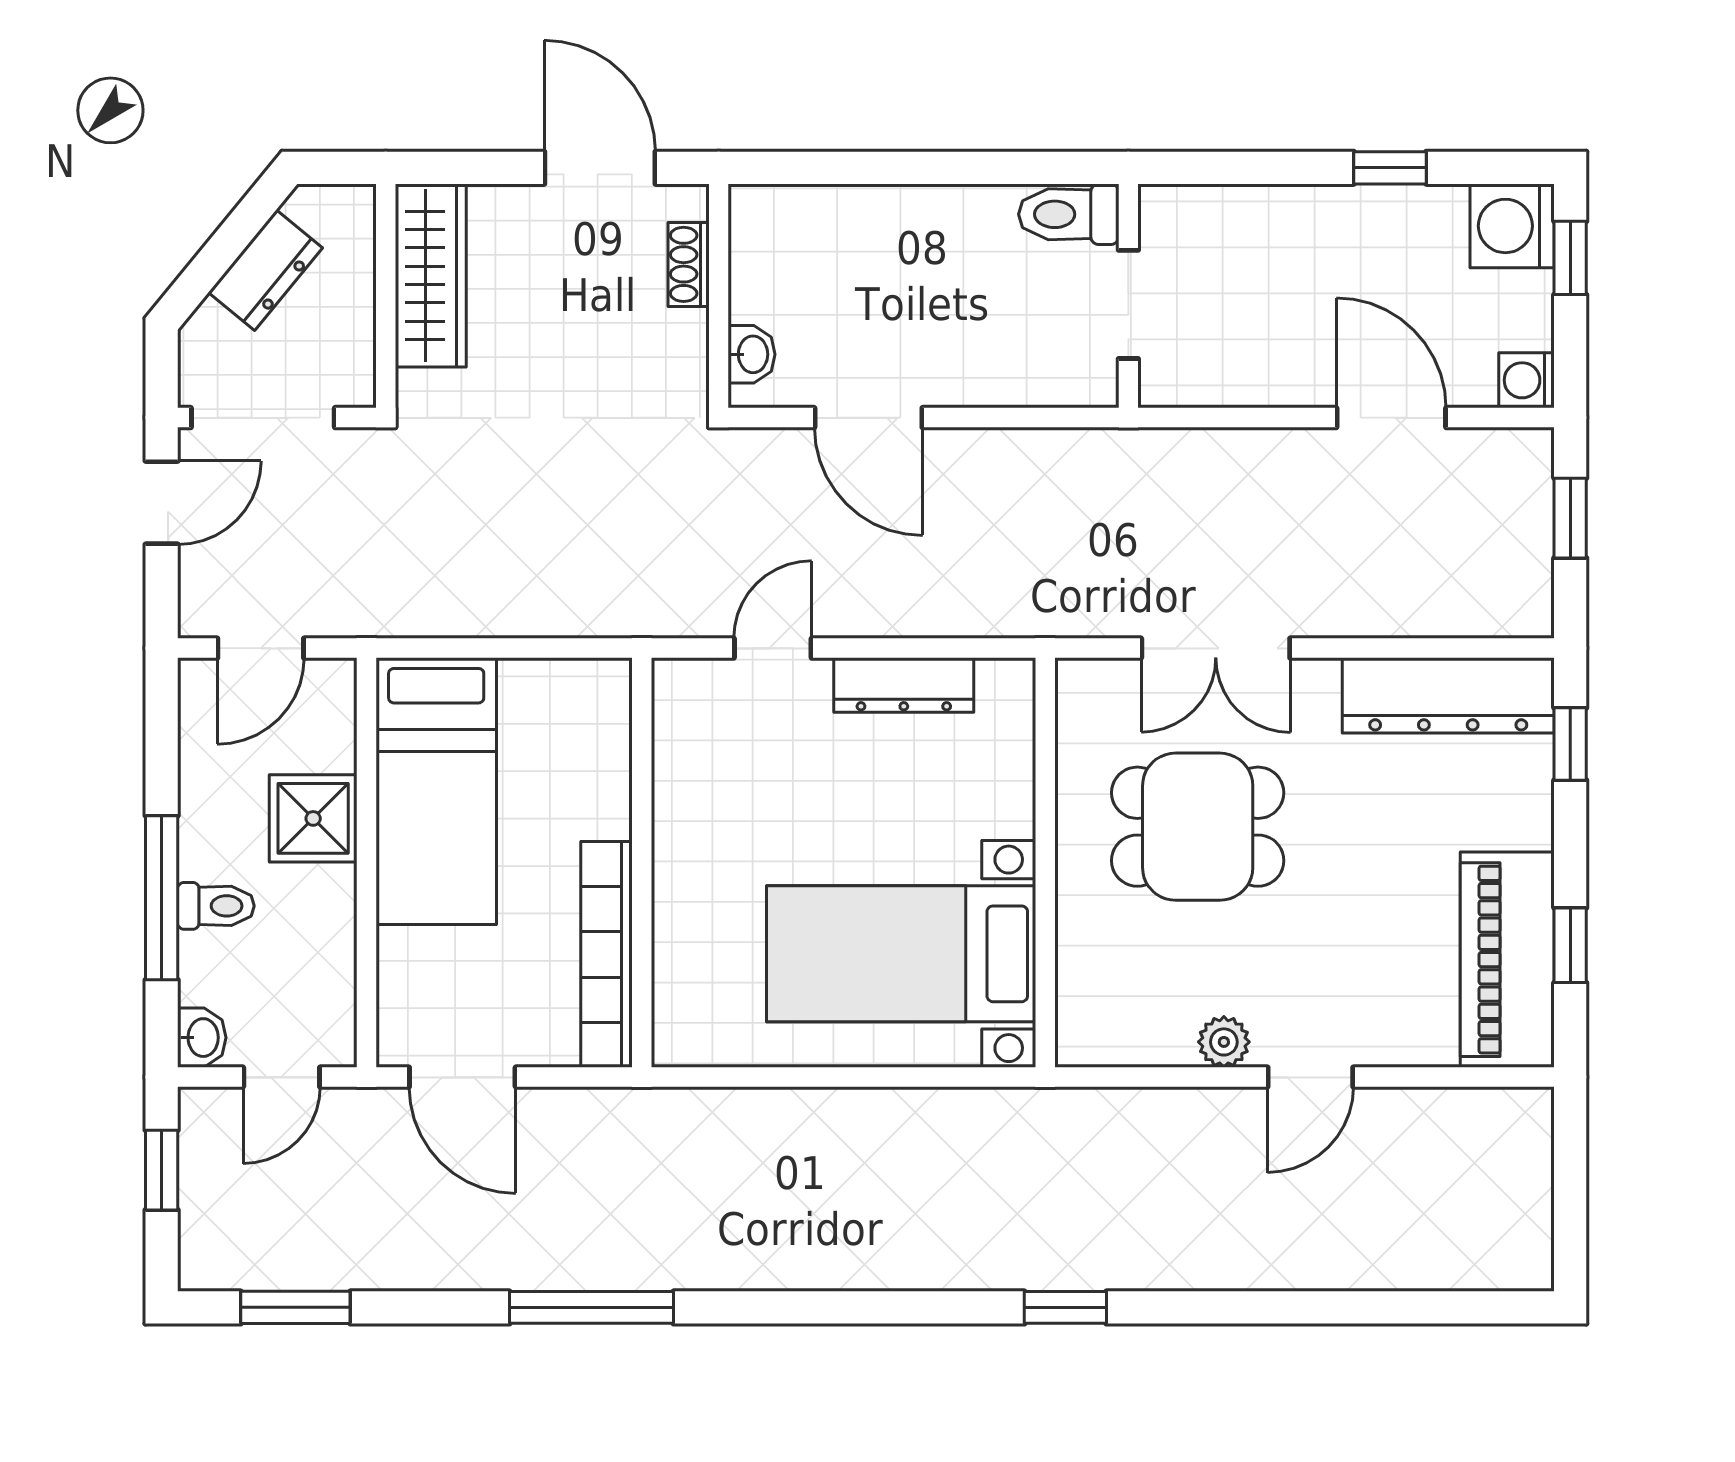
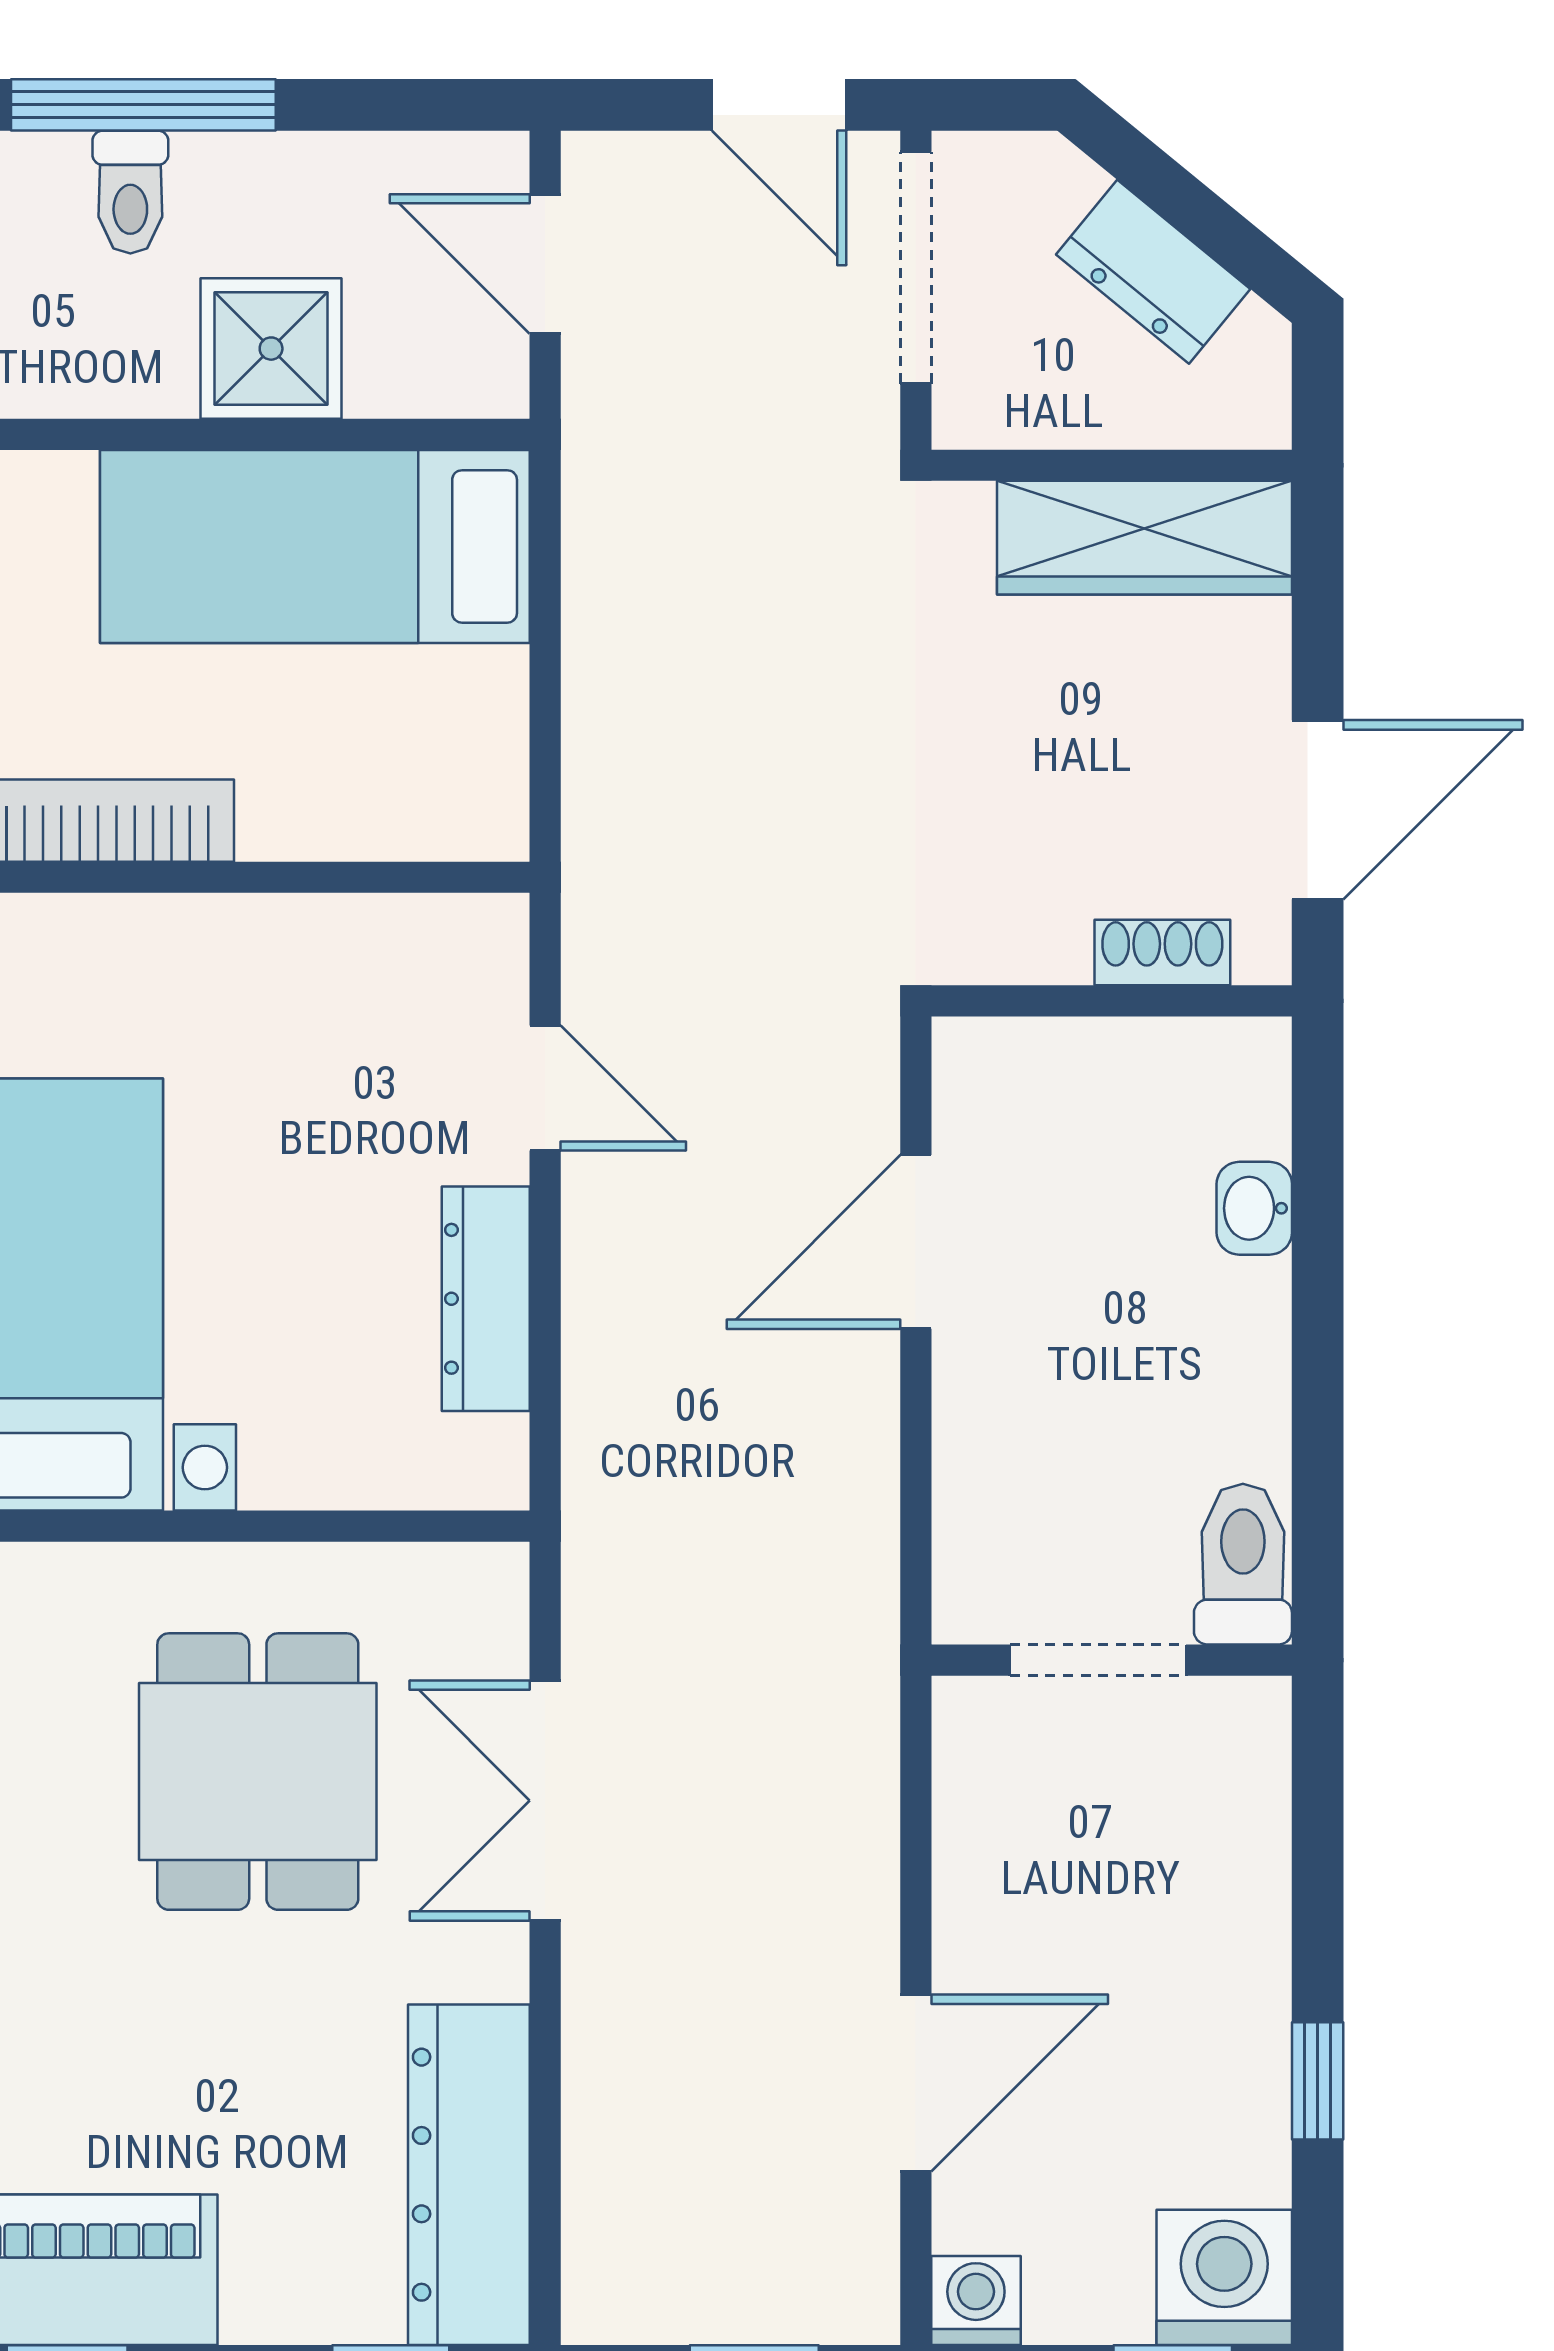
washbasin: (752, 354) -> (1254, 1208), moved, turned 90

